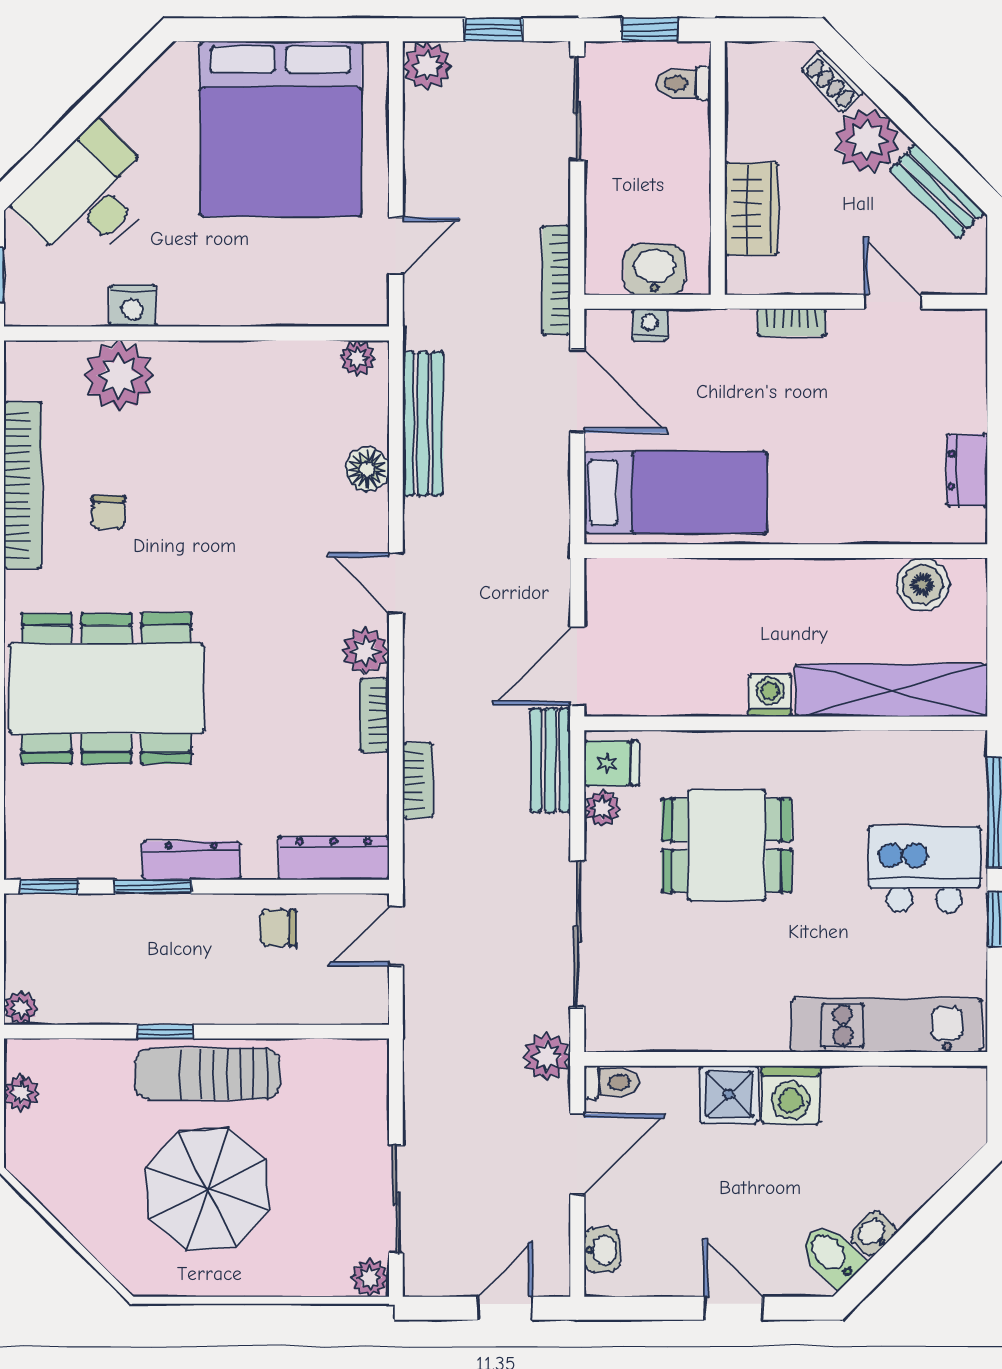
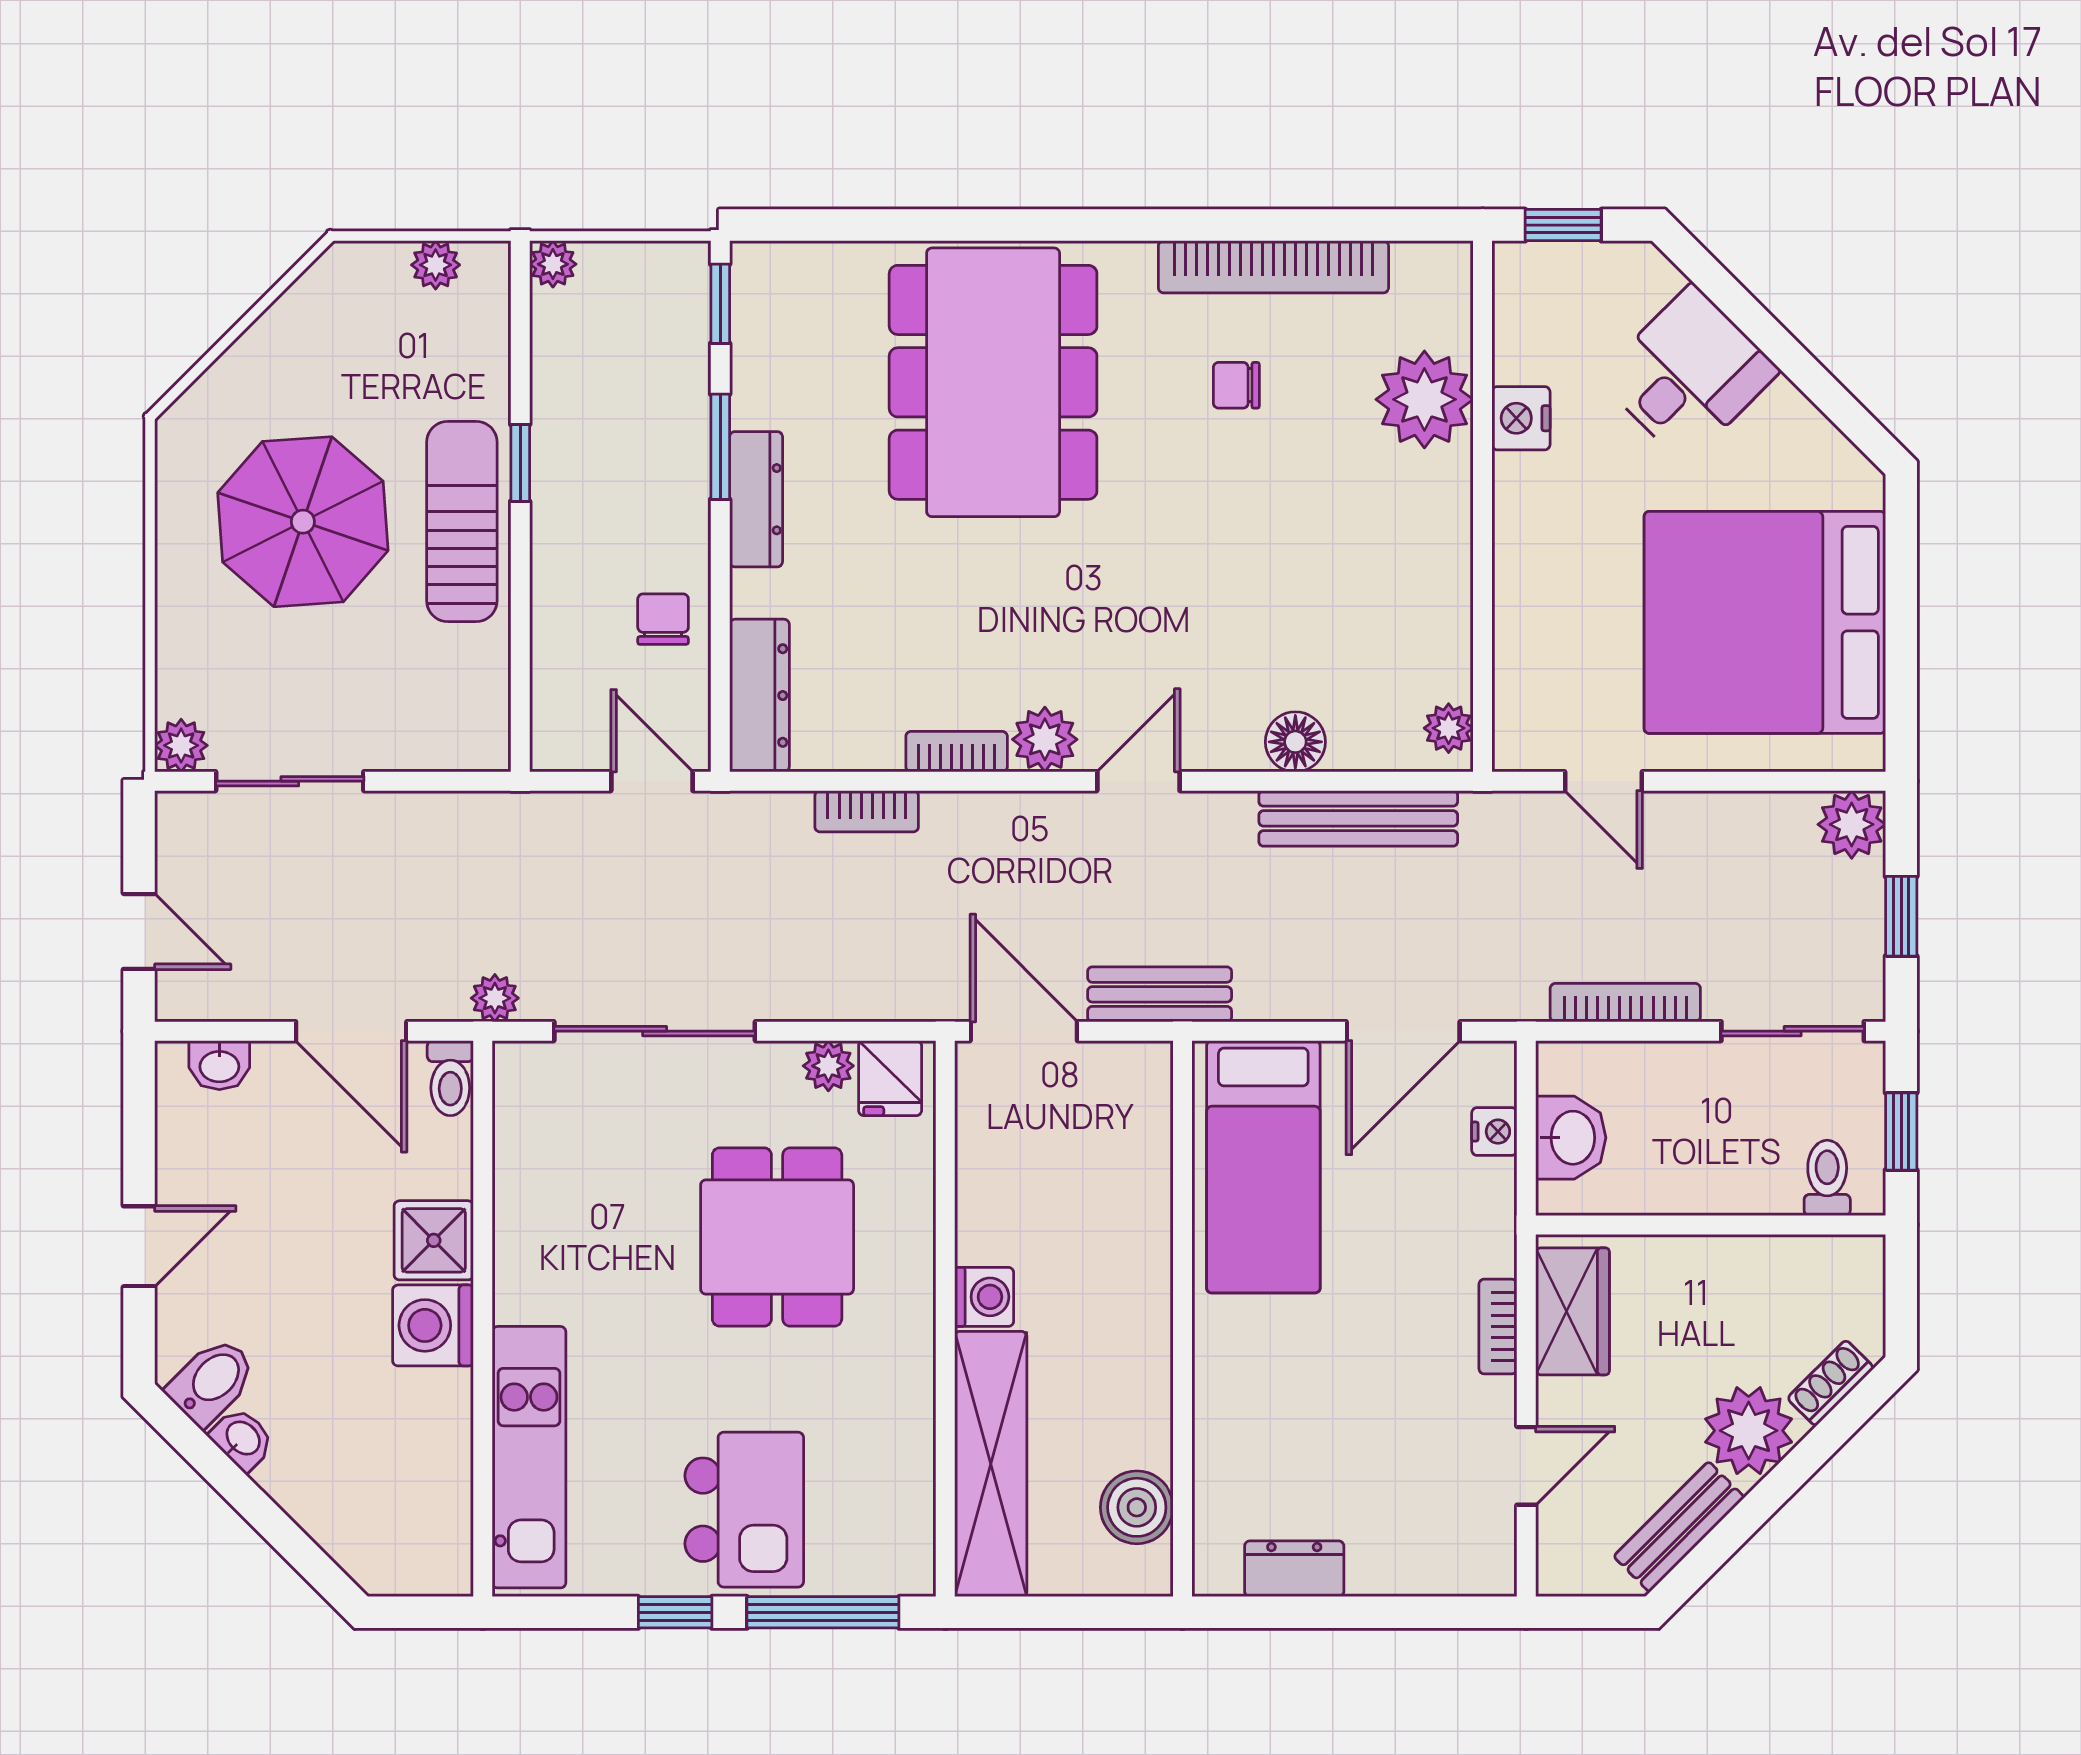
desk: (88, 196) -> (1689, 374), width x0.73
wardrobe: (751, 209) -> (1572, 1311), moved, turned -90
bookcase: (556, 280) -> (1625, 1003), moved
bench: (551, 760) -> (1160, 994), moved
plant: (547, 1057) -> (495, 998), width x0.73, depth x0.73

